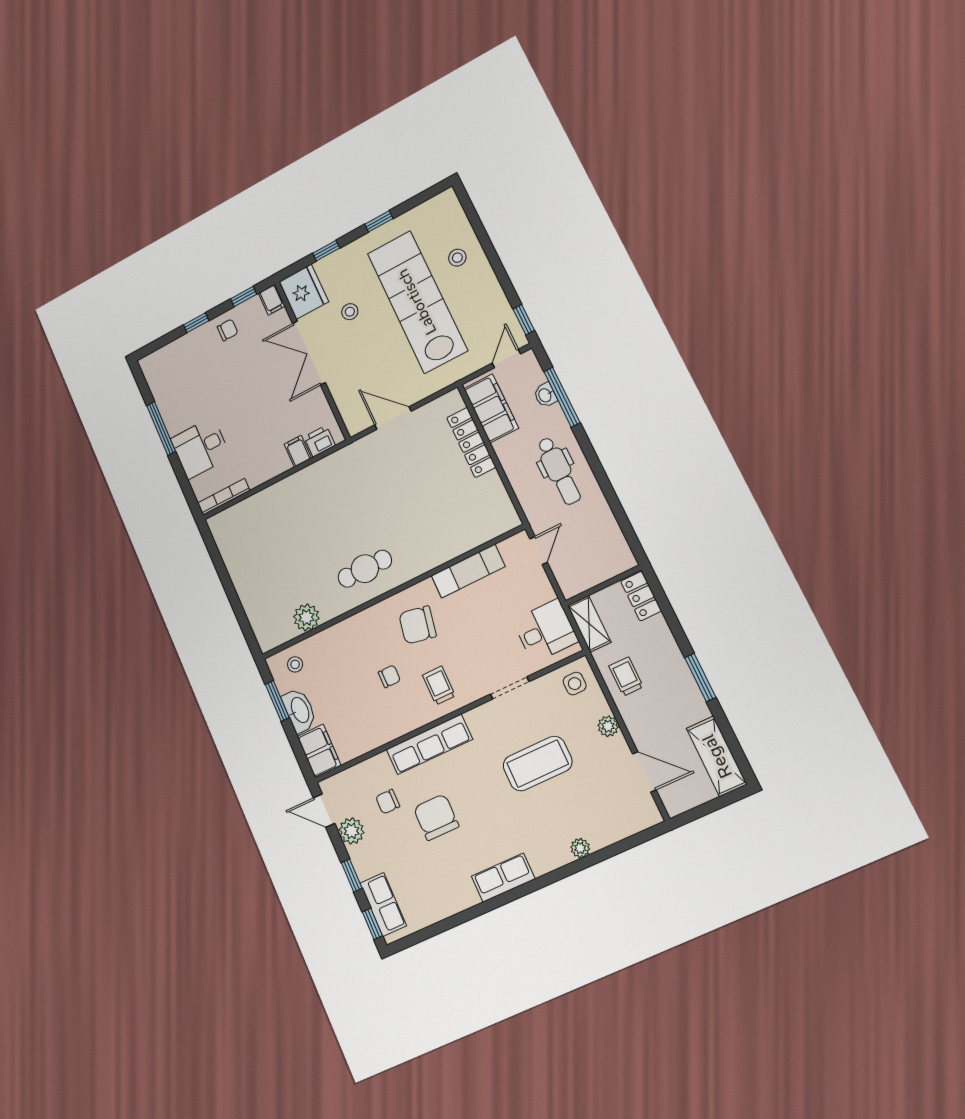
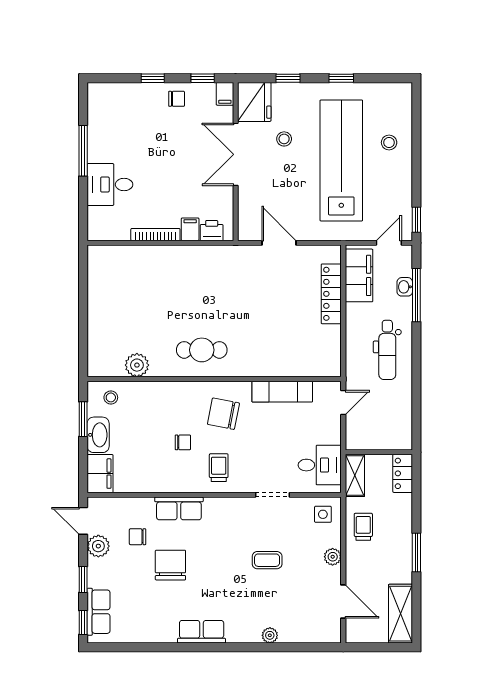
bookcase: (224, 497) -> (155, 235), moved
row of seats: (429, 744) -> (179, 508), width x0.68
coffee table: (538, 764) -> (267, 560), width x0.54, depth x0.58

